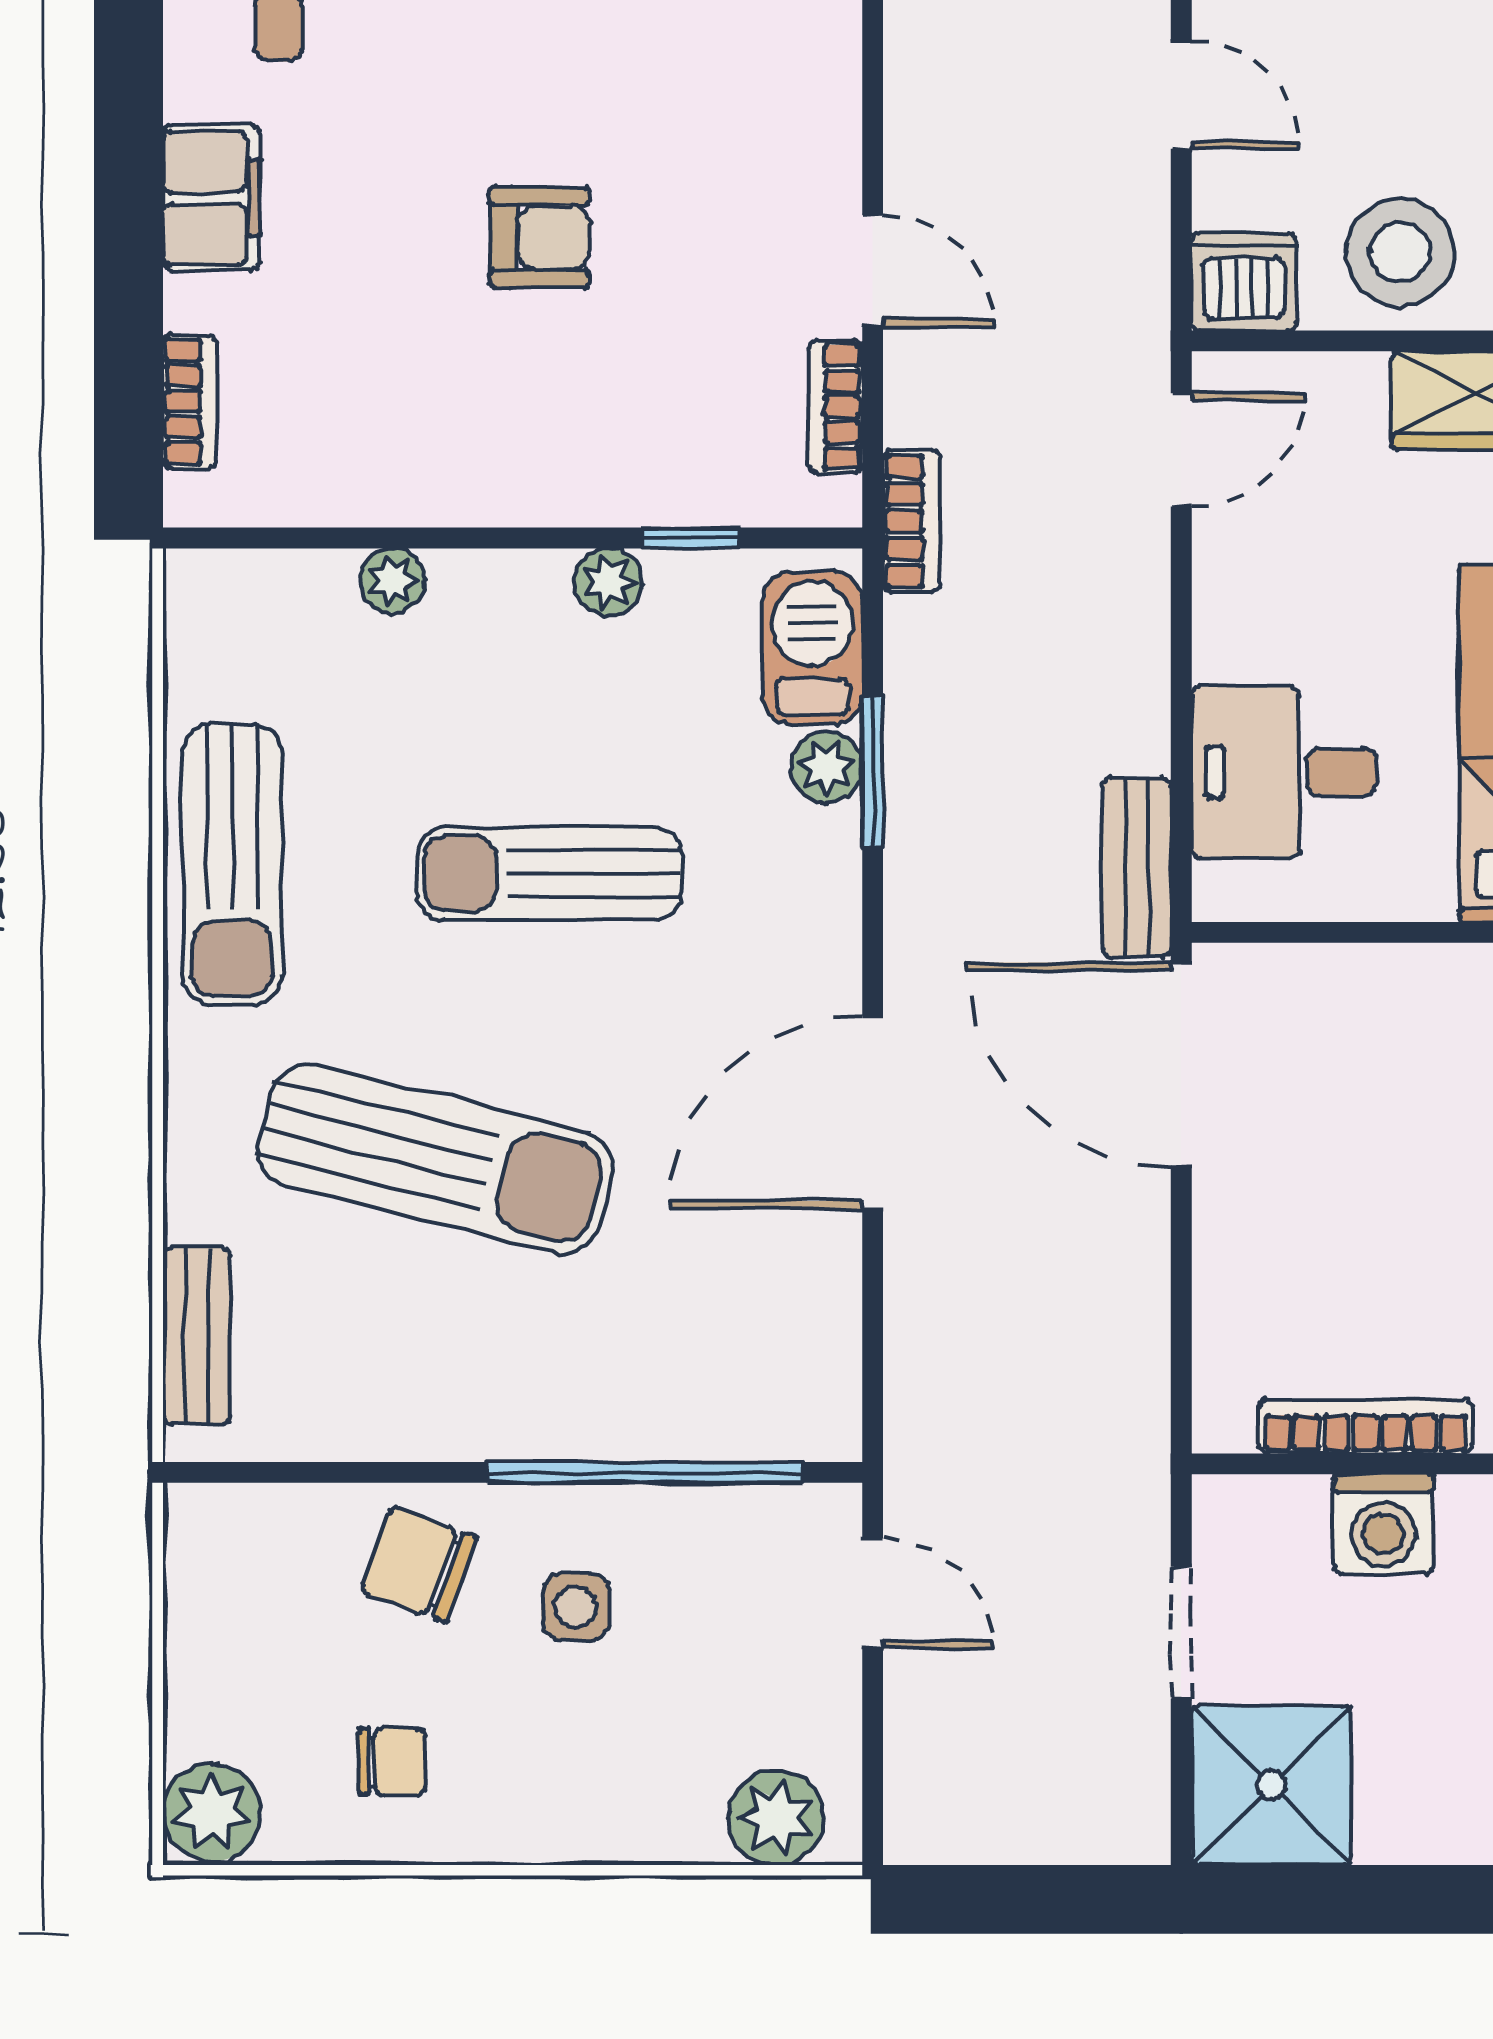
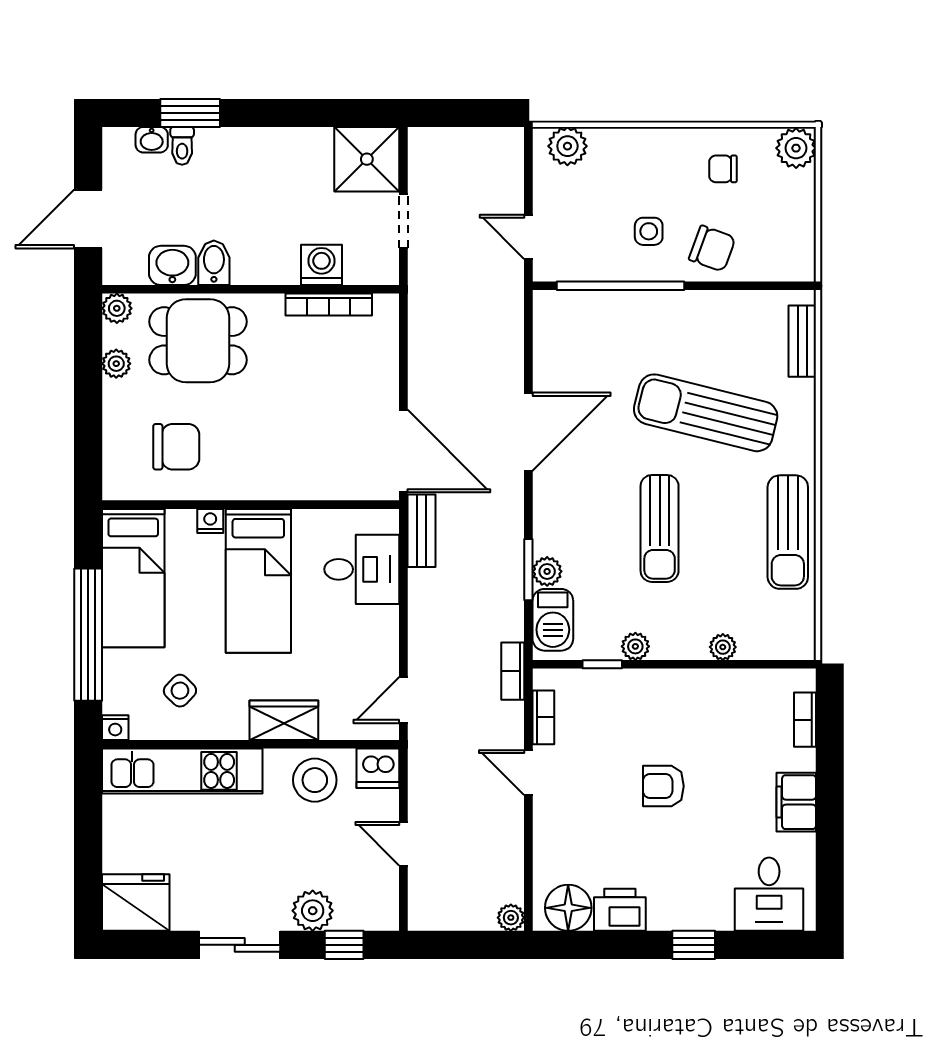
sun lounger: (232, 865) -> (788, 532), turned 180
sun lounger: (549, 873) -> (660, 528), turned 90

